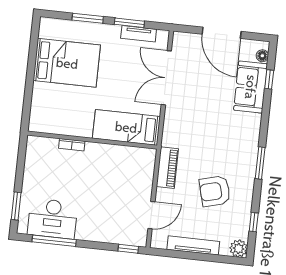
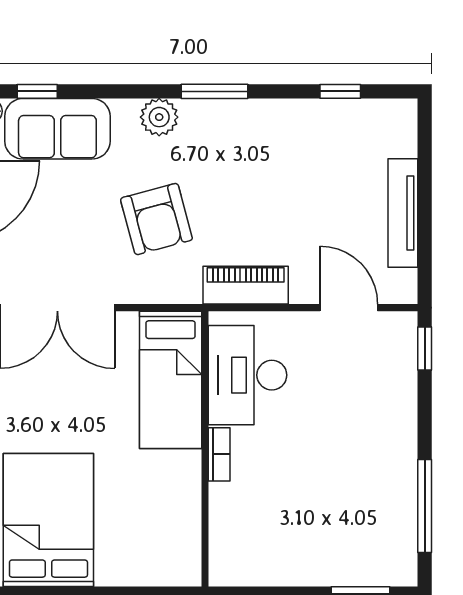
bookcase: (72, 145) -> (219, 454), moved
armchair: (215, 191) -> (156, 219), moved
desk: (52, 219) -> (248, 375), moved, turned 180
plant: (239, 249) -> (159, 117), moved

